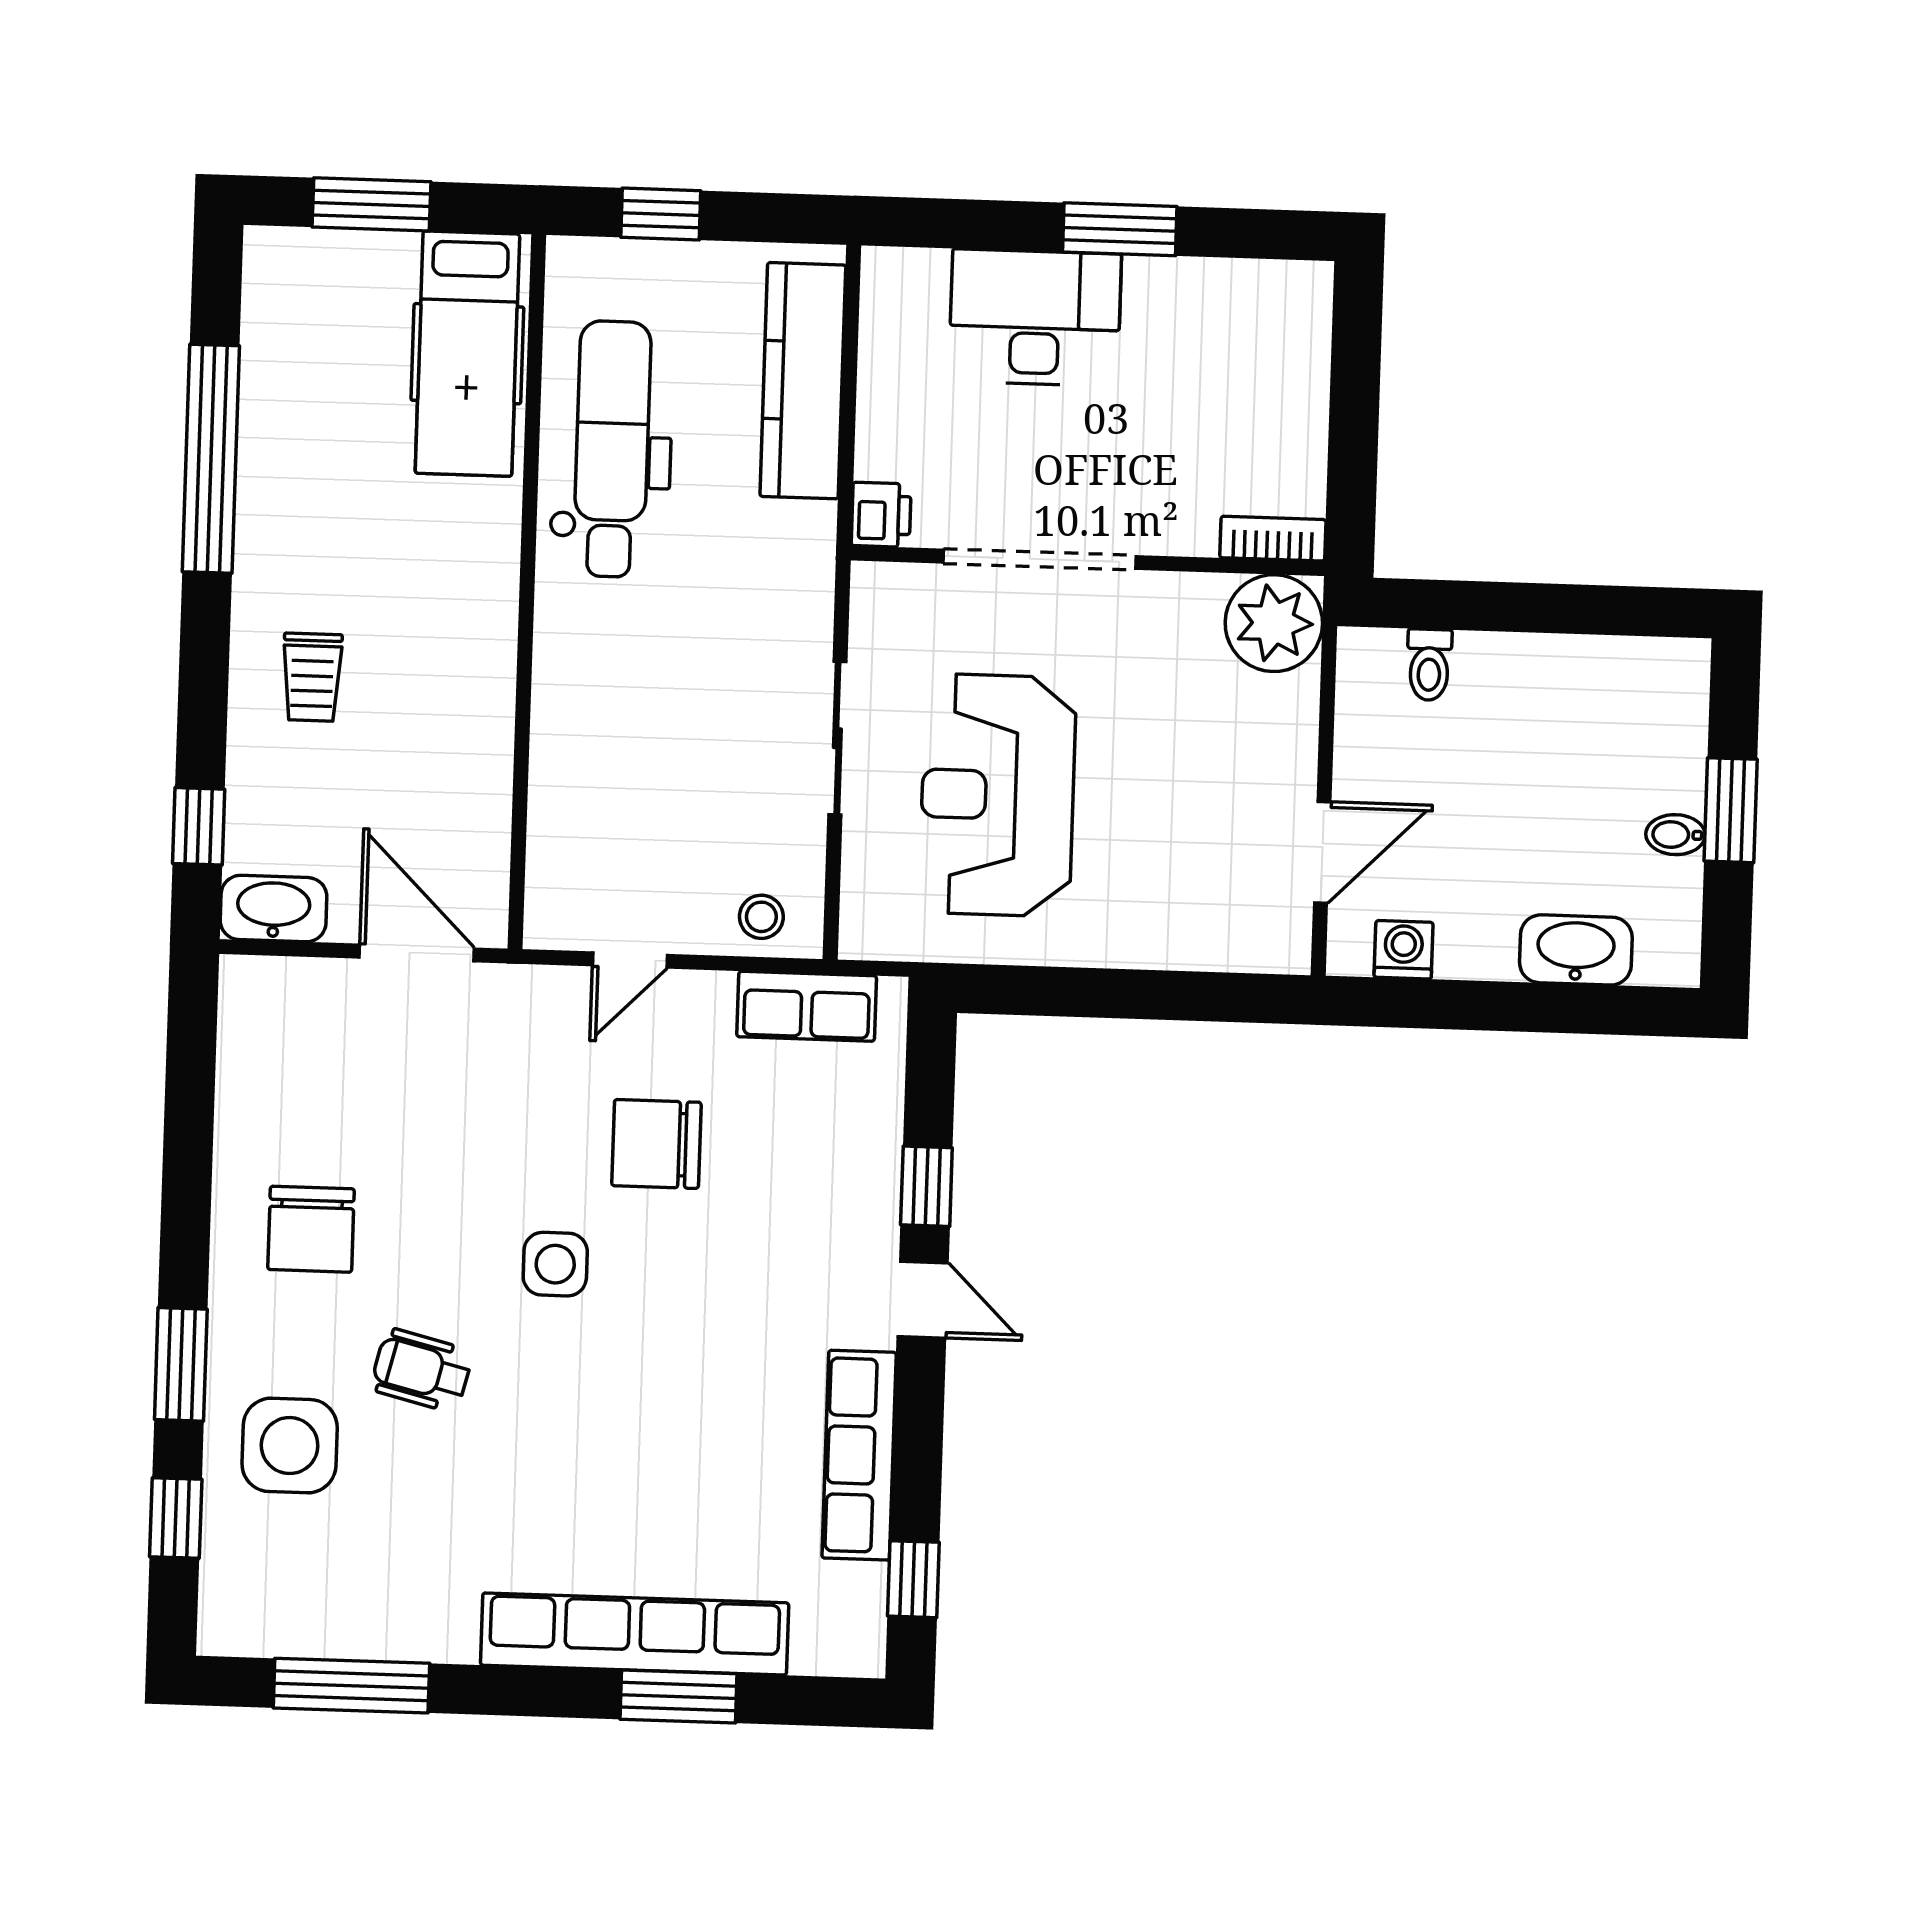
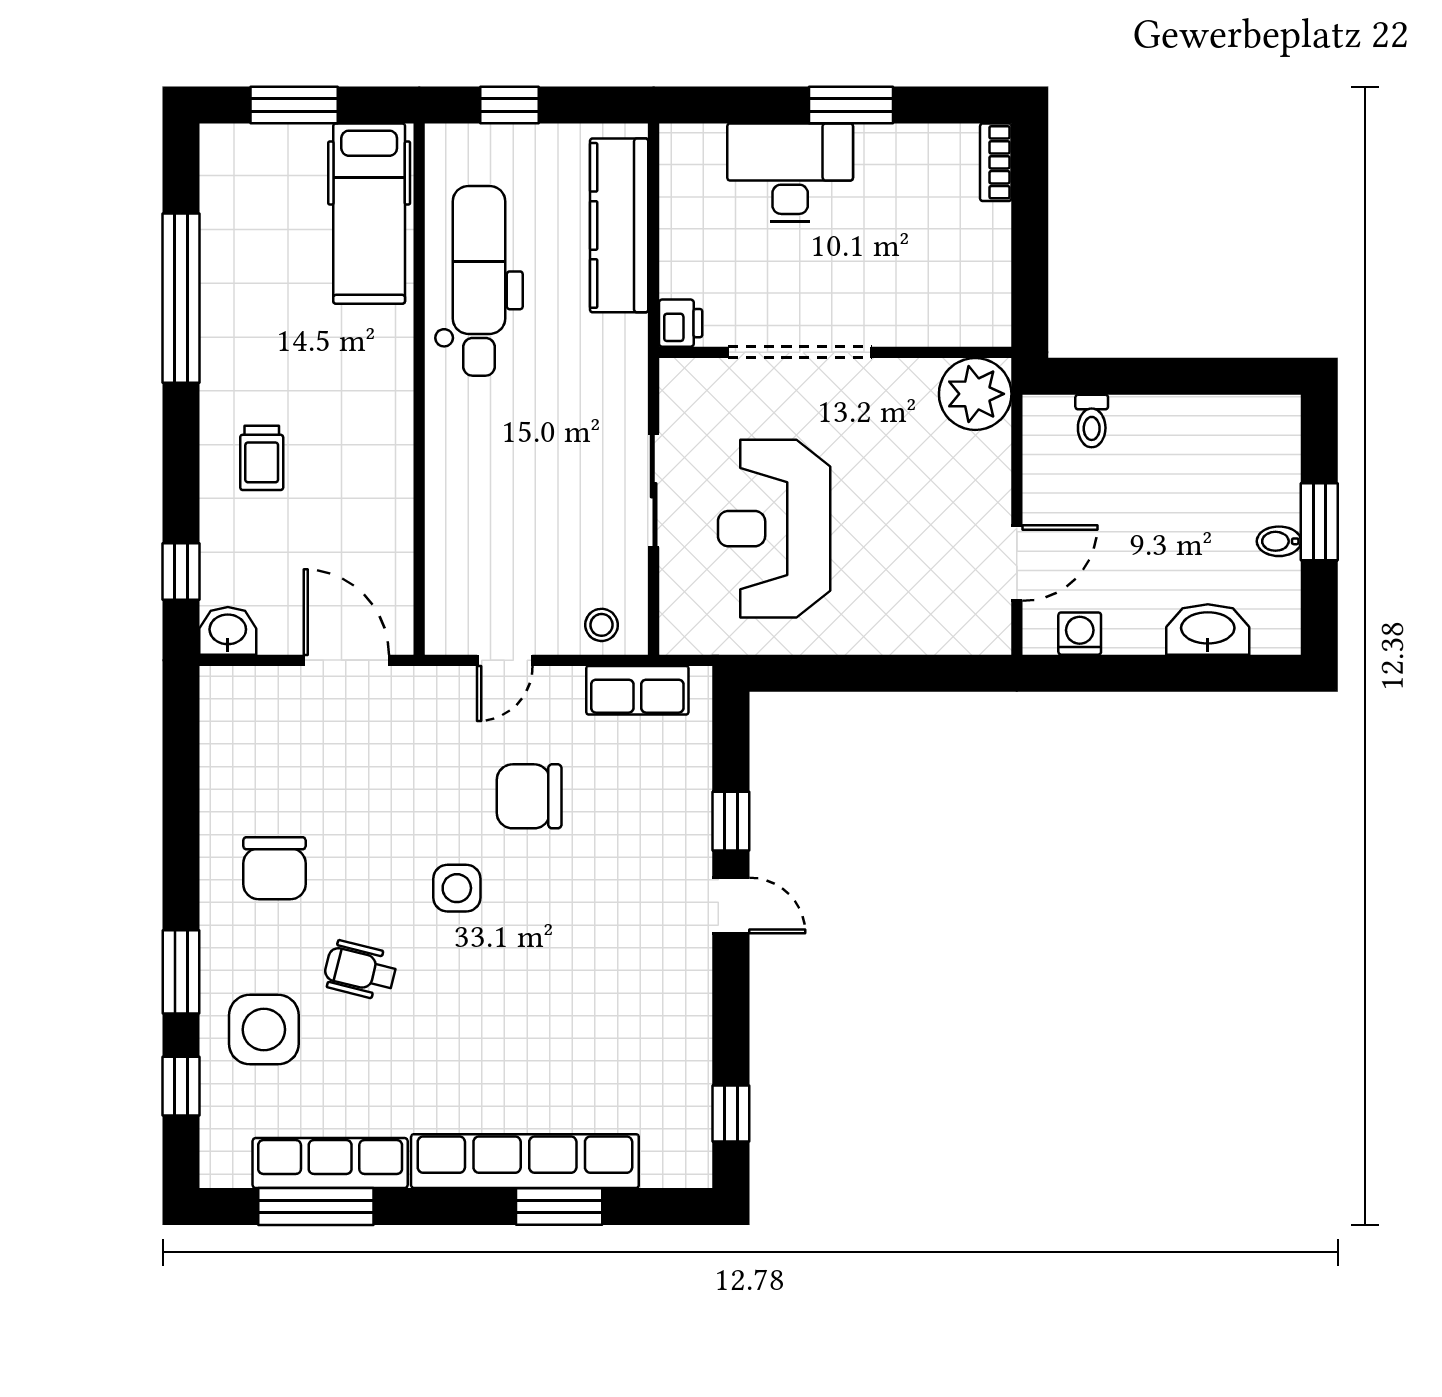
bookcase: (1273, 539) -> (996, 162), moved, turned -90
washbasin: (274, 909) -> (228, 631), width x0.72
row of seats: (859, 1455) -> (330, 1163), moved, turned 90

